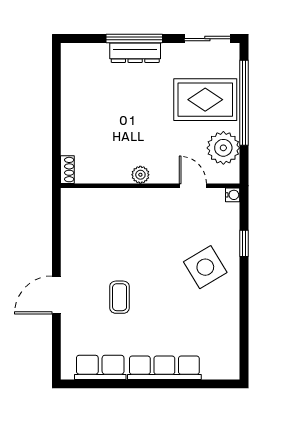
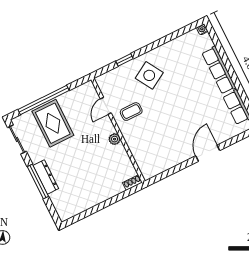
plant: (223, 148) -> (75, 99), removed
water cooler: (233, 195) -> (202, 29), moved
door: (56, 295) -> (208, 153), swing flipped
coffee table: (120, 297) -> (131, 112), moved

